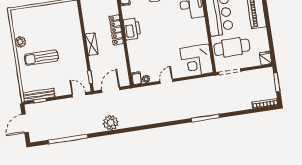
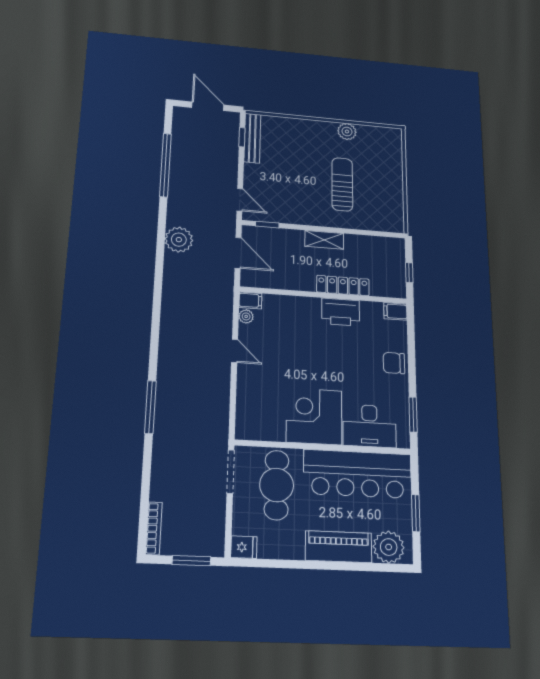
sun lounger: (41, 58) -> (342, 184), moved
corner desk: (197, 60) -> (314, 416), moved
door: (79, 95) -> (240, 200), hinge flipped

